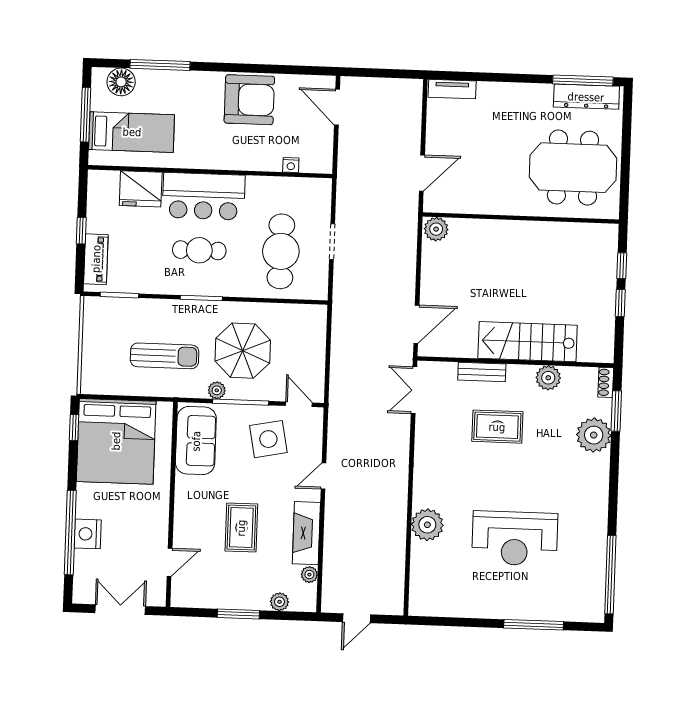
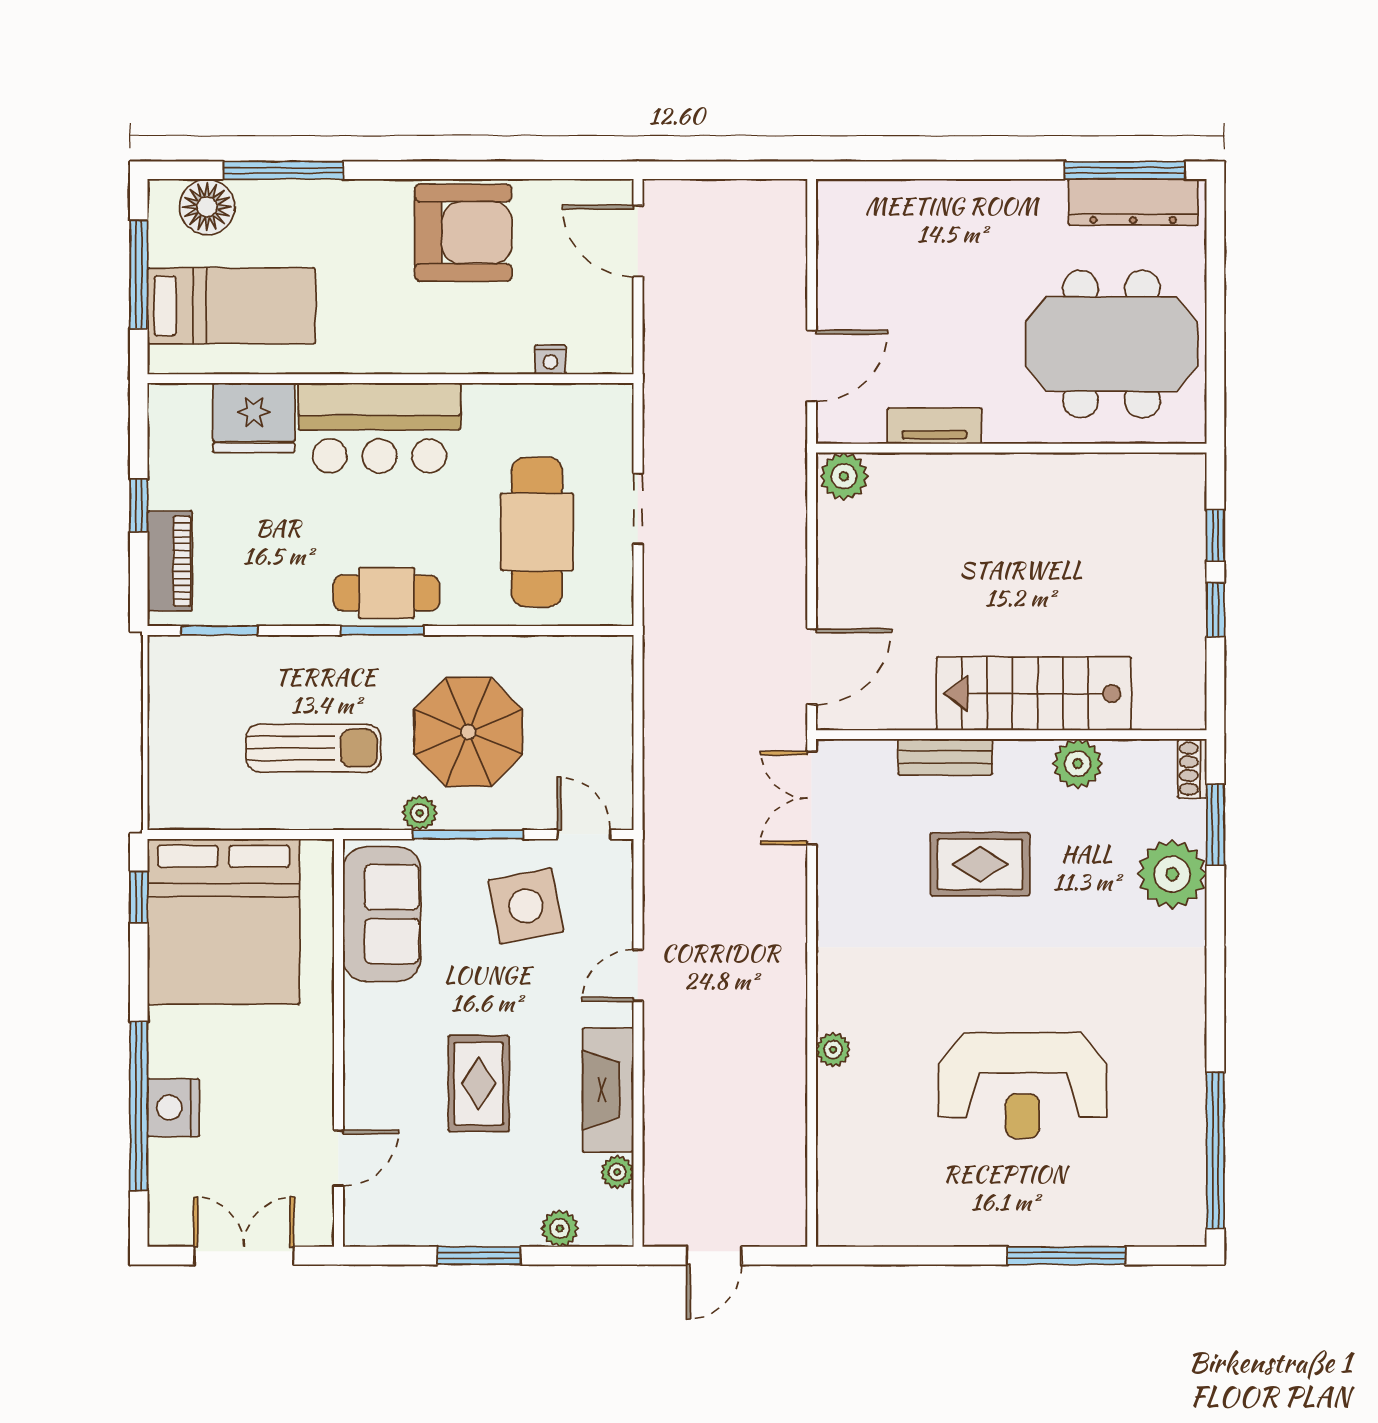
tv unit: (452, 89) -> (934, 426), moved, turned 180
cafe table: (199, 250) -> (386, 593), moved
plant: (427, 525) -> (833, 1050), width x0.53, depth x0.53

